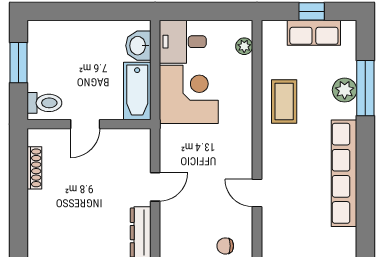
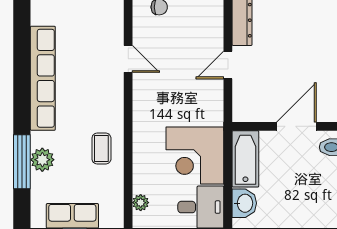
coffee table: (284, 101) -> (101, 149), width x0.73, depth x0.77
door: (85, 124) -> (296, 126), width x1.38

